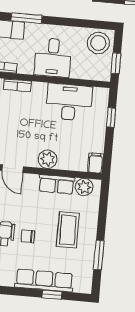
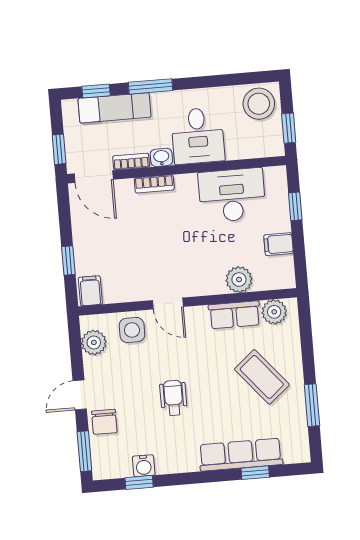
washbasin: (25, 68) -> (161, 157), added
plant: (48, 159) -> (239, 280), moved
filing cabinet: (96, 163) -> (279, 244), moved, turned -90
coffee table: (68, 230) -> (262, 377), turned -40
chair: (28, 236) -> (207, 396), removed

